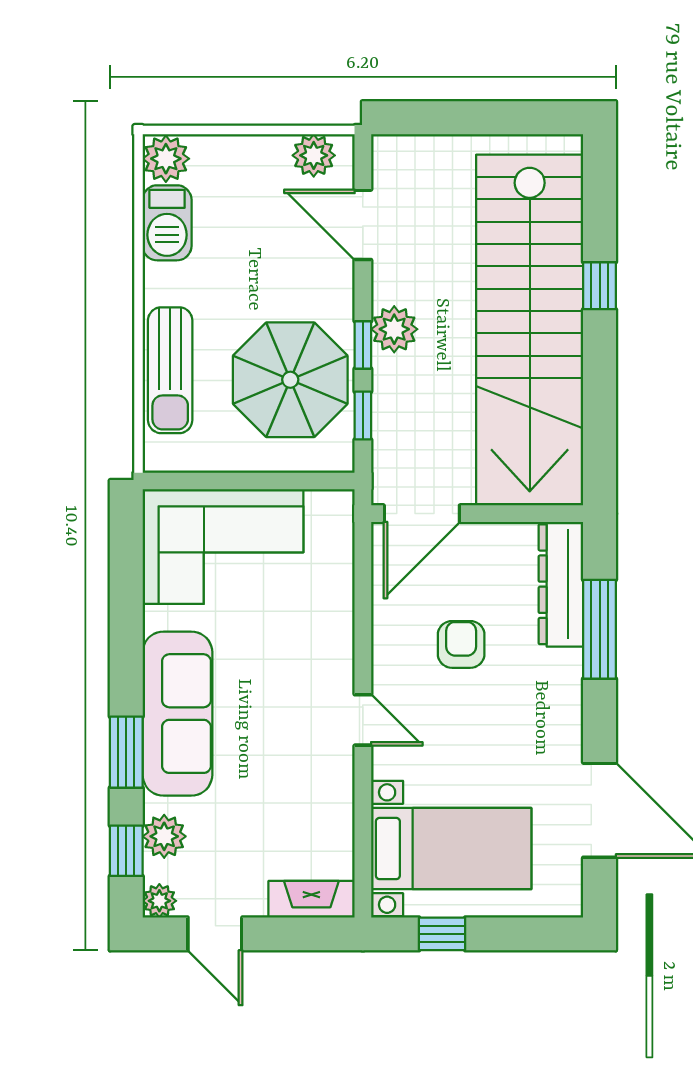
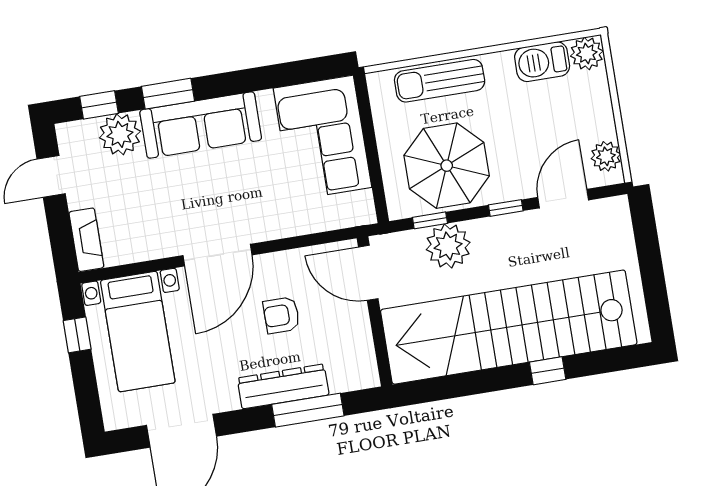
plant: (394, 329) -> (448, 246), moved, width x1.36, depth x1.36
window: (363, 345) -> (506, 208), moved
dresser: (561, 584) -> (283, 386), moved
armchair: (461, 644) -> (281, 315), turned 180
door: (363, 720) -> (217, 255), width x1.88
plant: (164, 836) -> (120, 134), width x1.36, depth x1.36
plant: (159, 901) -> (68, 134), removed

